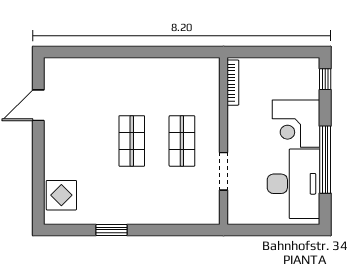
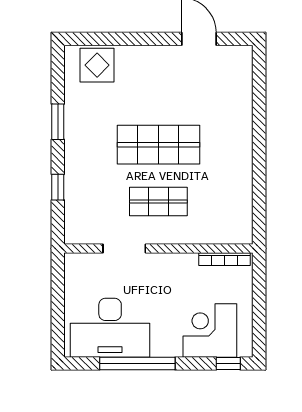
corner desk: (296, 124) -> (210, 331), moved
shop shelf: (132, 141) -> (158, 145), width x1.43, depth x1.36
window: (169, 230) -> (58, 187), added

